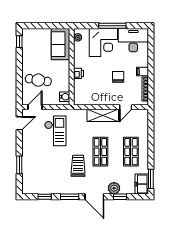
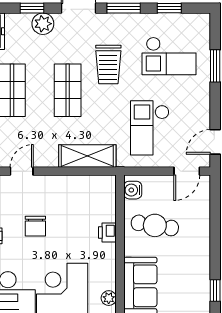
cafe table: (38, 80) -> (155, 225), moved
shelving: (103, 115) -> (87, 156), moved
checkout: (45, 170) -> (169, 56), added

